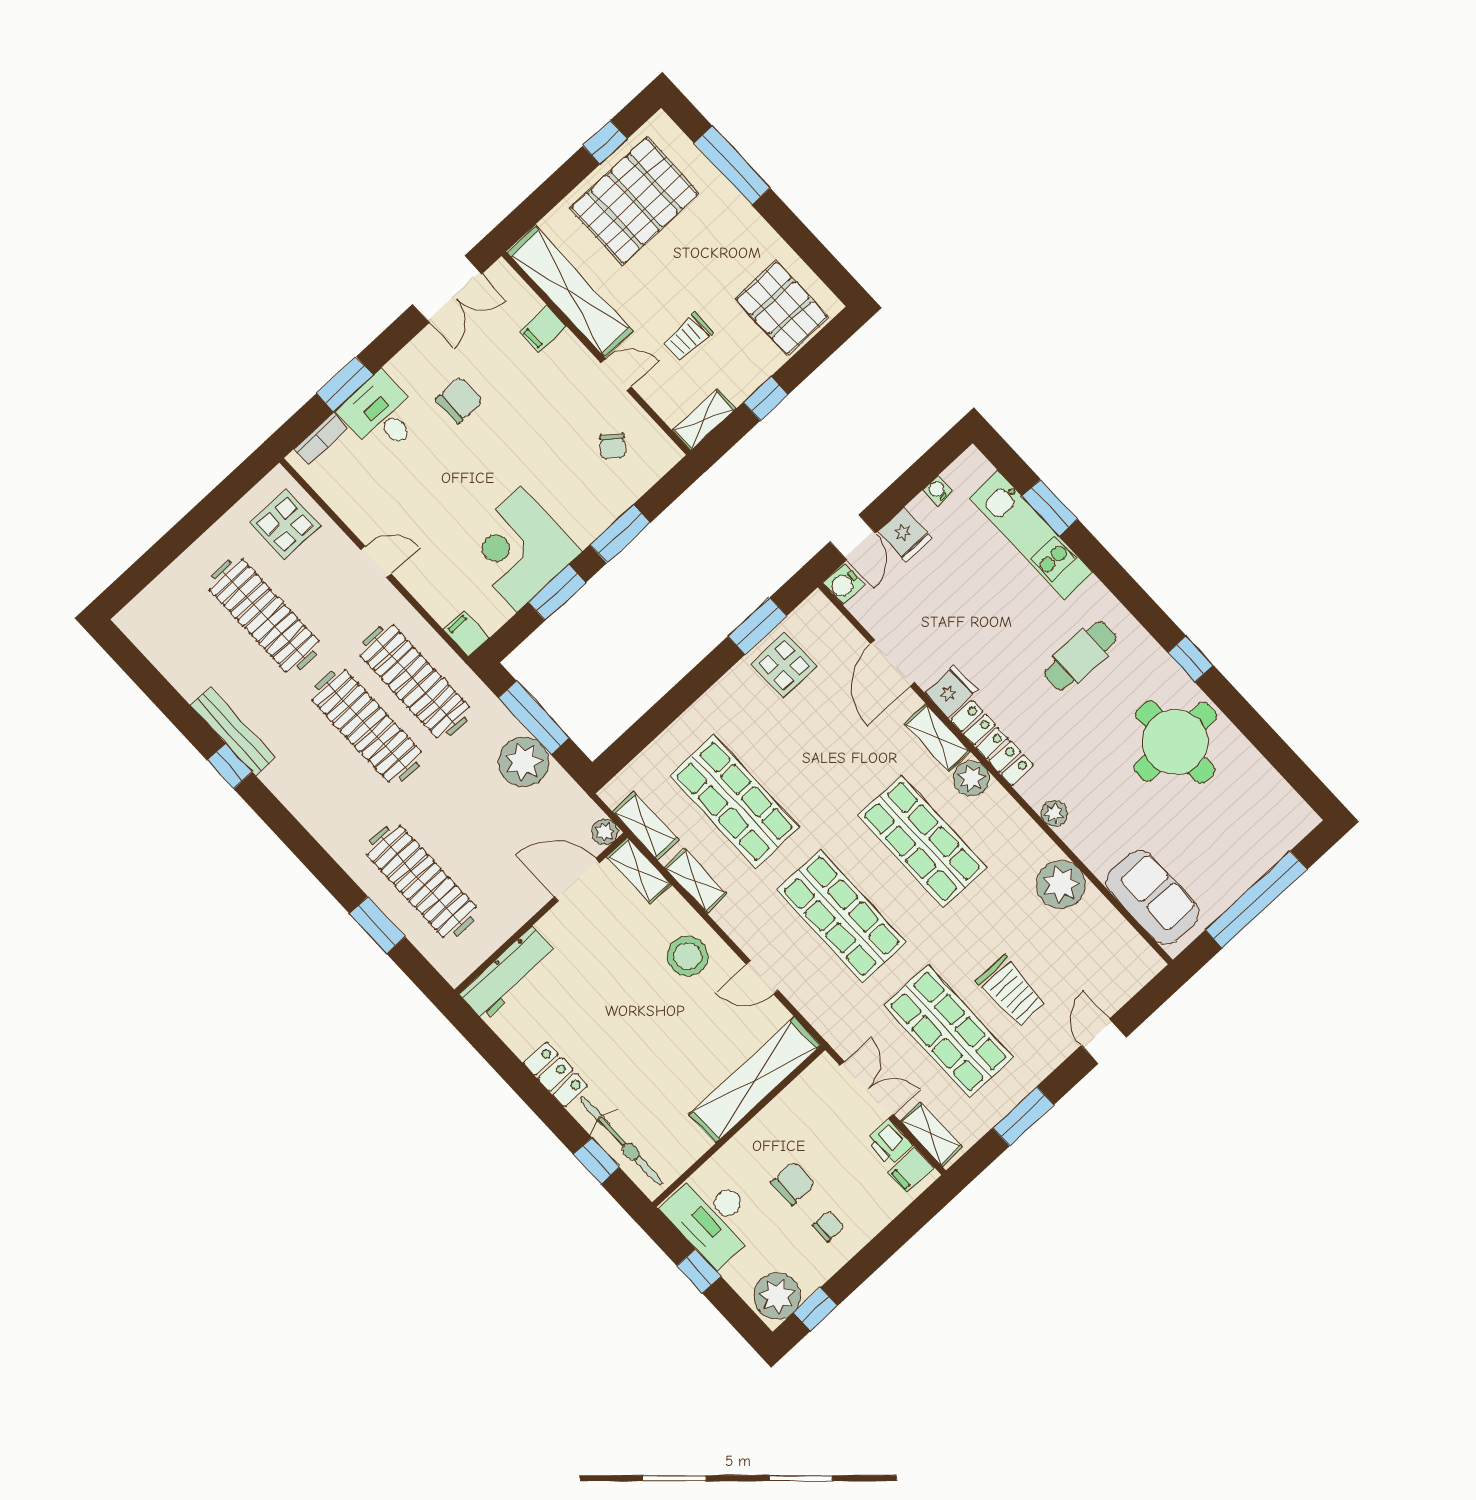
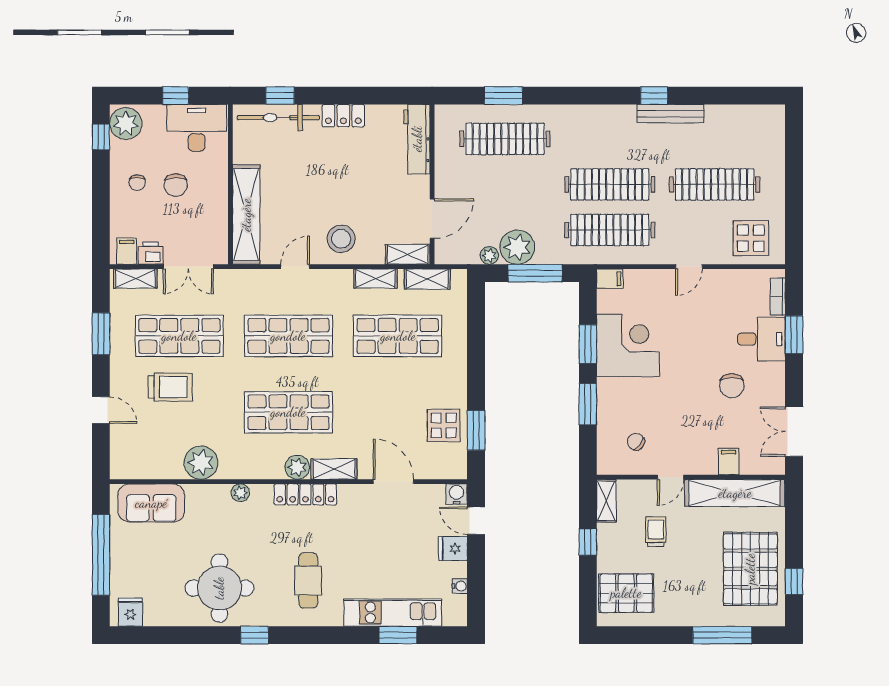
fridge: (951, 691) -> (130, 612), moved, turned 180
plant: (605, 832) -> (489, 255), moved
trolley: (1011, 991) -> (170, 387), turned 180

